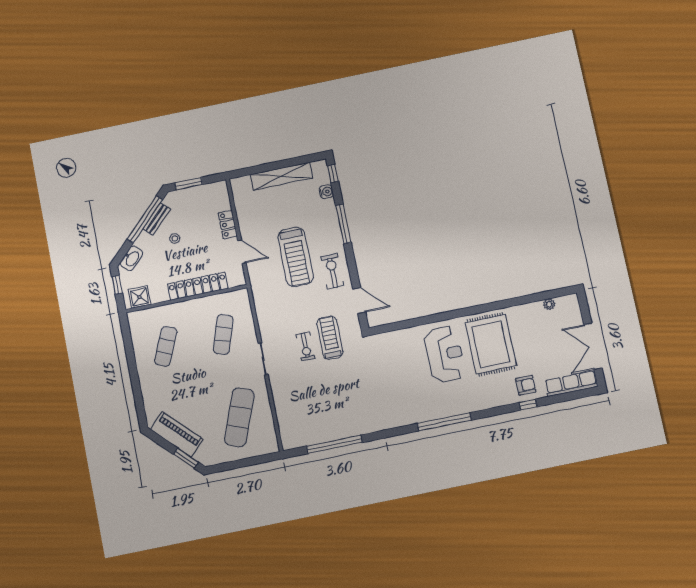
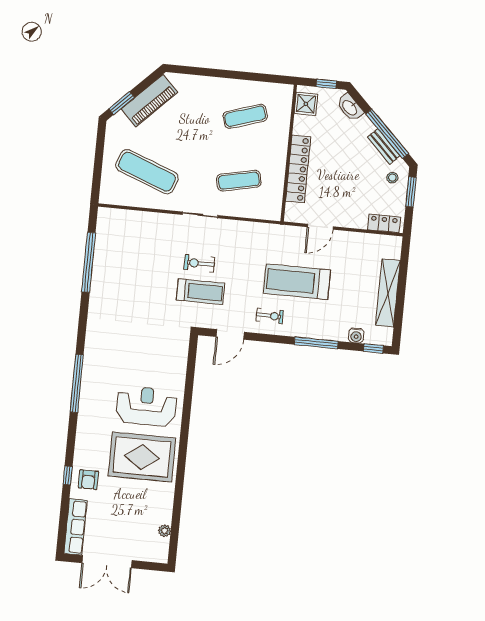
locker: (228, 224) -> (384, 223), moved
stool: (175, 238) -> (392, 178), moved
exercise bike: (332, 271) -> (270, 316), width x0.73, depth x0.72
exercise mat: (223, 334) -> (239, 181), turned -30
exercise mat: (166, 346) -> (245, 116), turned -42
double door: (593, 346) -> (107, 562), swing flipped
reception desk: (445, 354) -> (146, 406), turned 180

